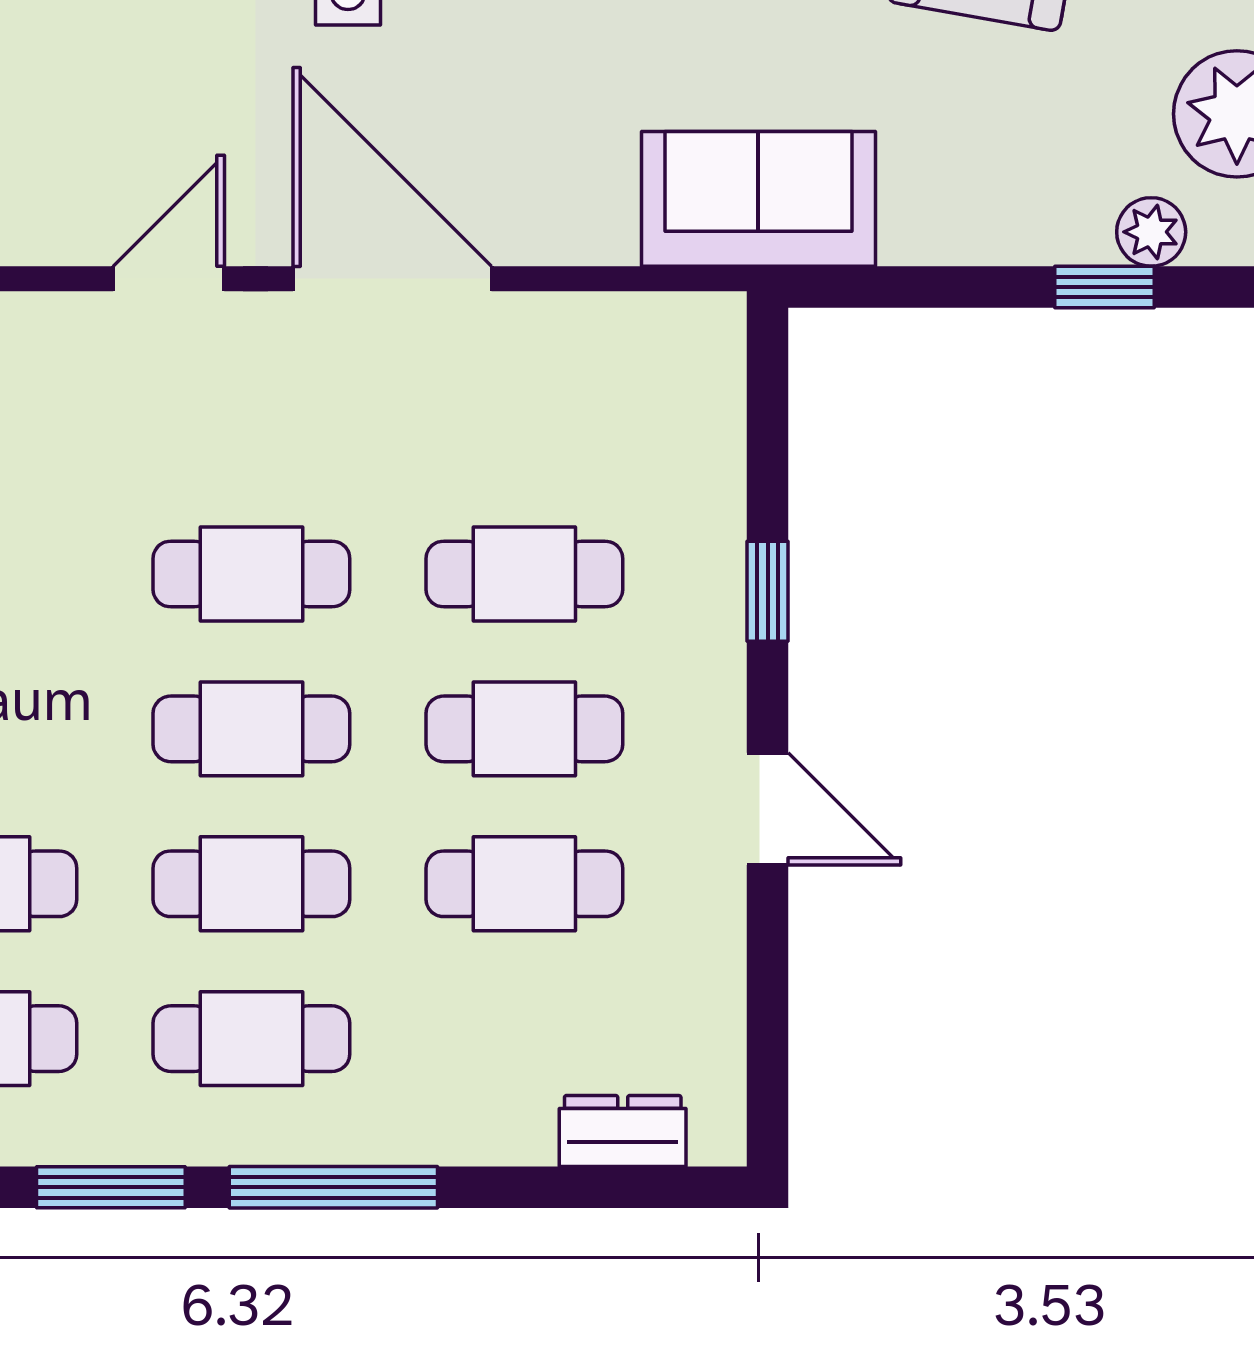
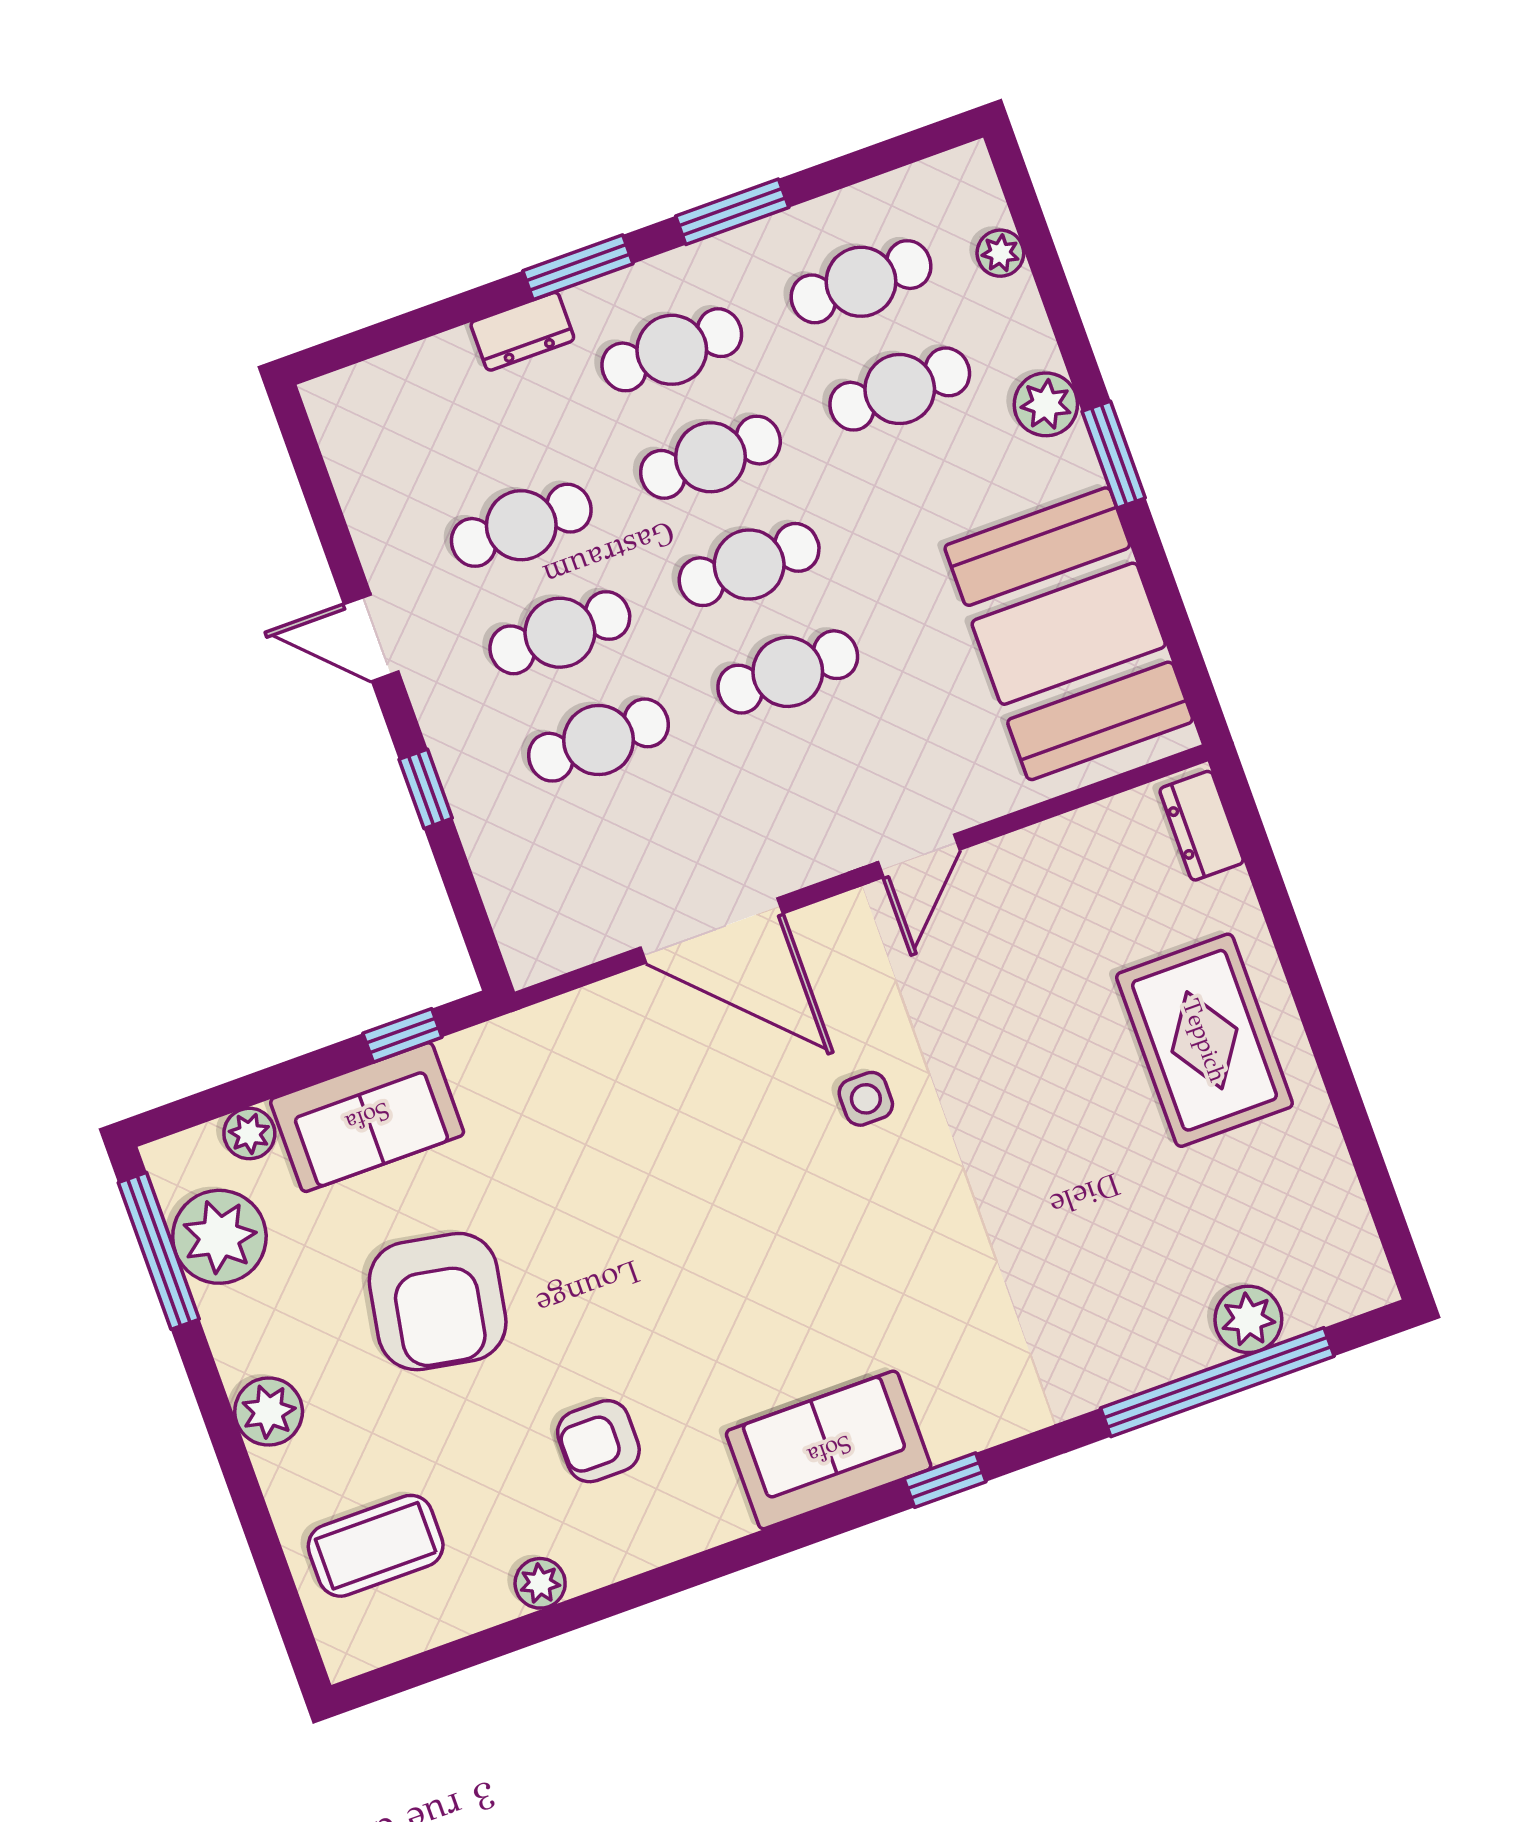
sofa: (758, 199) -> (367, 1117), moved
door: (392, 279) -> (712, 930), moved
window: (1104, 287) -> (402, 1035), moved
dresser: (623, 1131) -> (522, 331), moved
window: (333, 1187) -> (578, 267), width x0.69

